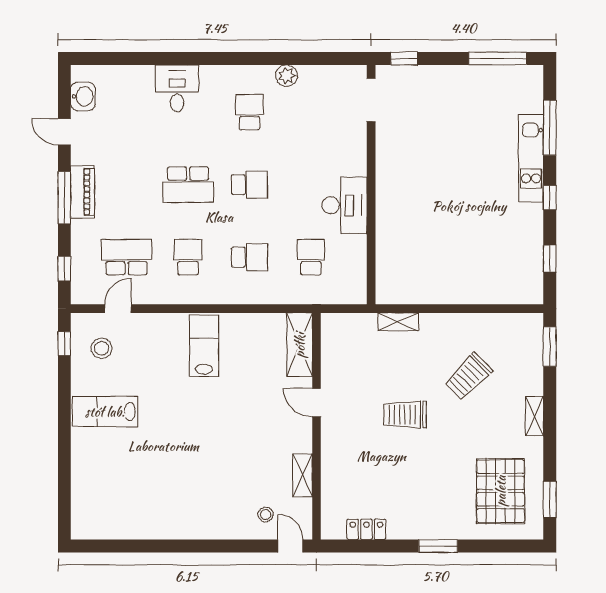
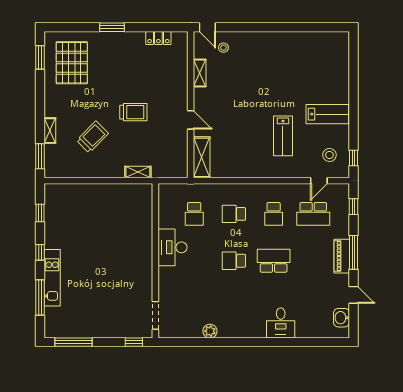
school desk: (249, 112) -> (234, 308), removed
lab bench: (204, 346) -> (283, 136), moved
shelving: (534, 416) -> (50, 131), moved

